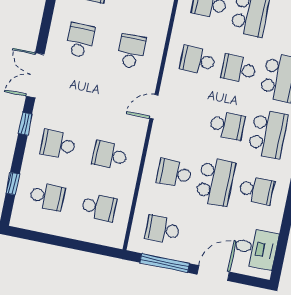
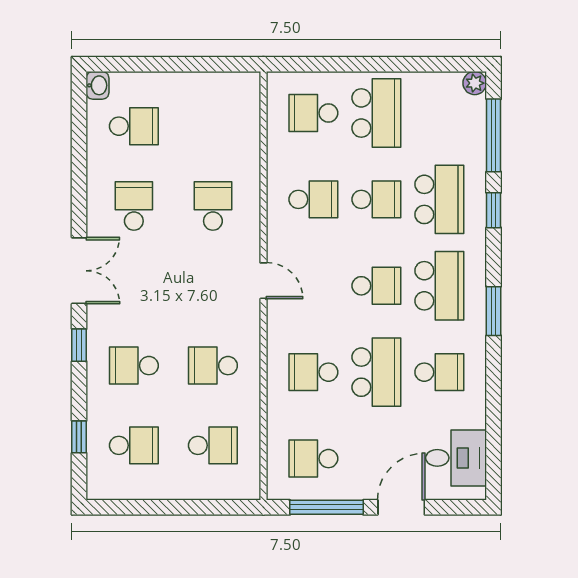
school desk: (198, 60) -> (313, 199), turned 180
school desk: (239, 69) -> (376, 199), turned 180
double door: (35, 75) -> (79, 271), swing flipped
door: (154, 107) -> (263, 281), swing flipped

